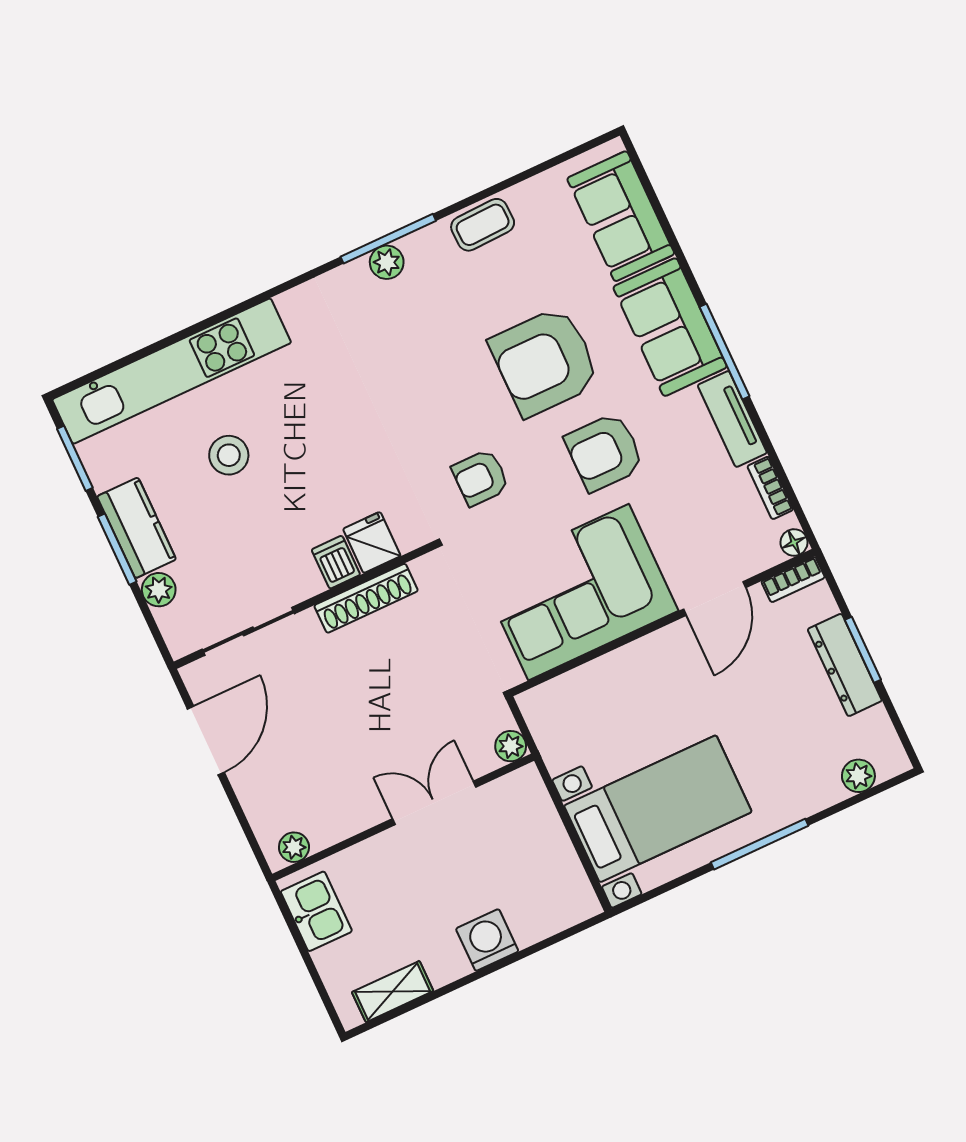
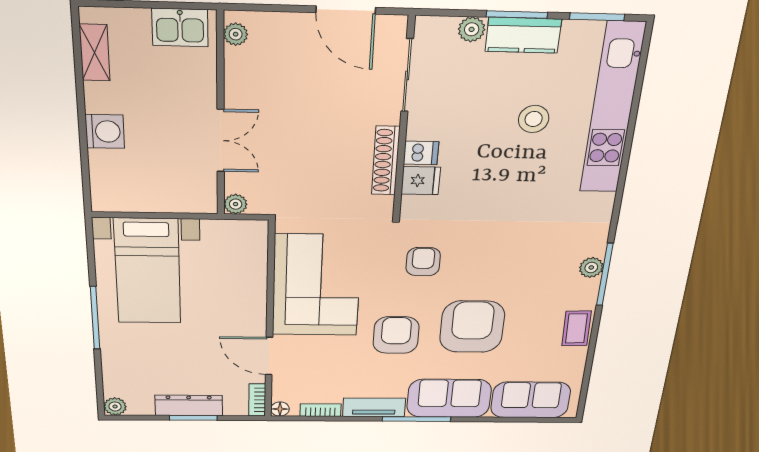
plant: (858, 776) -> (115, 406), moved

